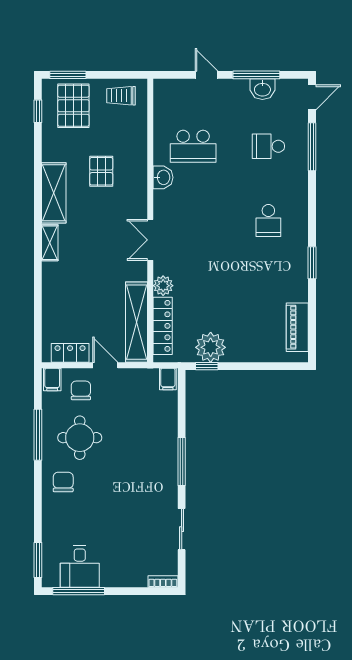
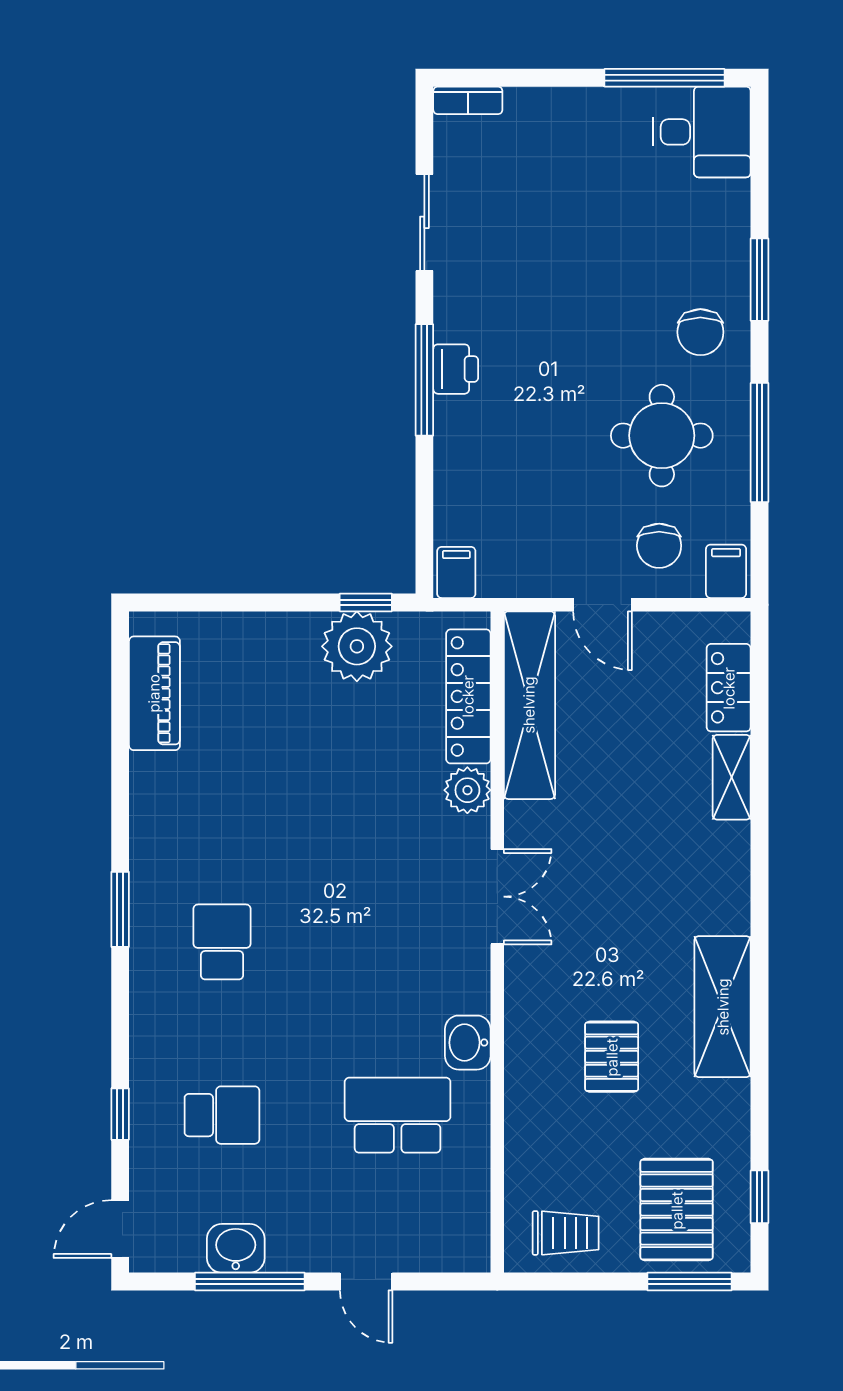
window: (312, 147) -> (120, 1114), width x0.46
shelving: (50, 243) -> (732, 777), moved
window: (312, 263) -> (120, 909), moved
locker: (70, 353) -> (729, 688), moved, turned 90
printer: (168, 466) -> (456, 369), added
window: (38, 560) -> (760, 280), moved
desk: (80, 566) -> (702, 132), moved, turned 90

